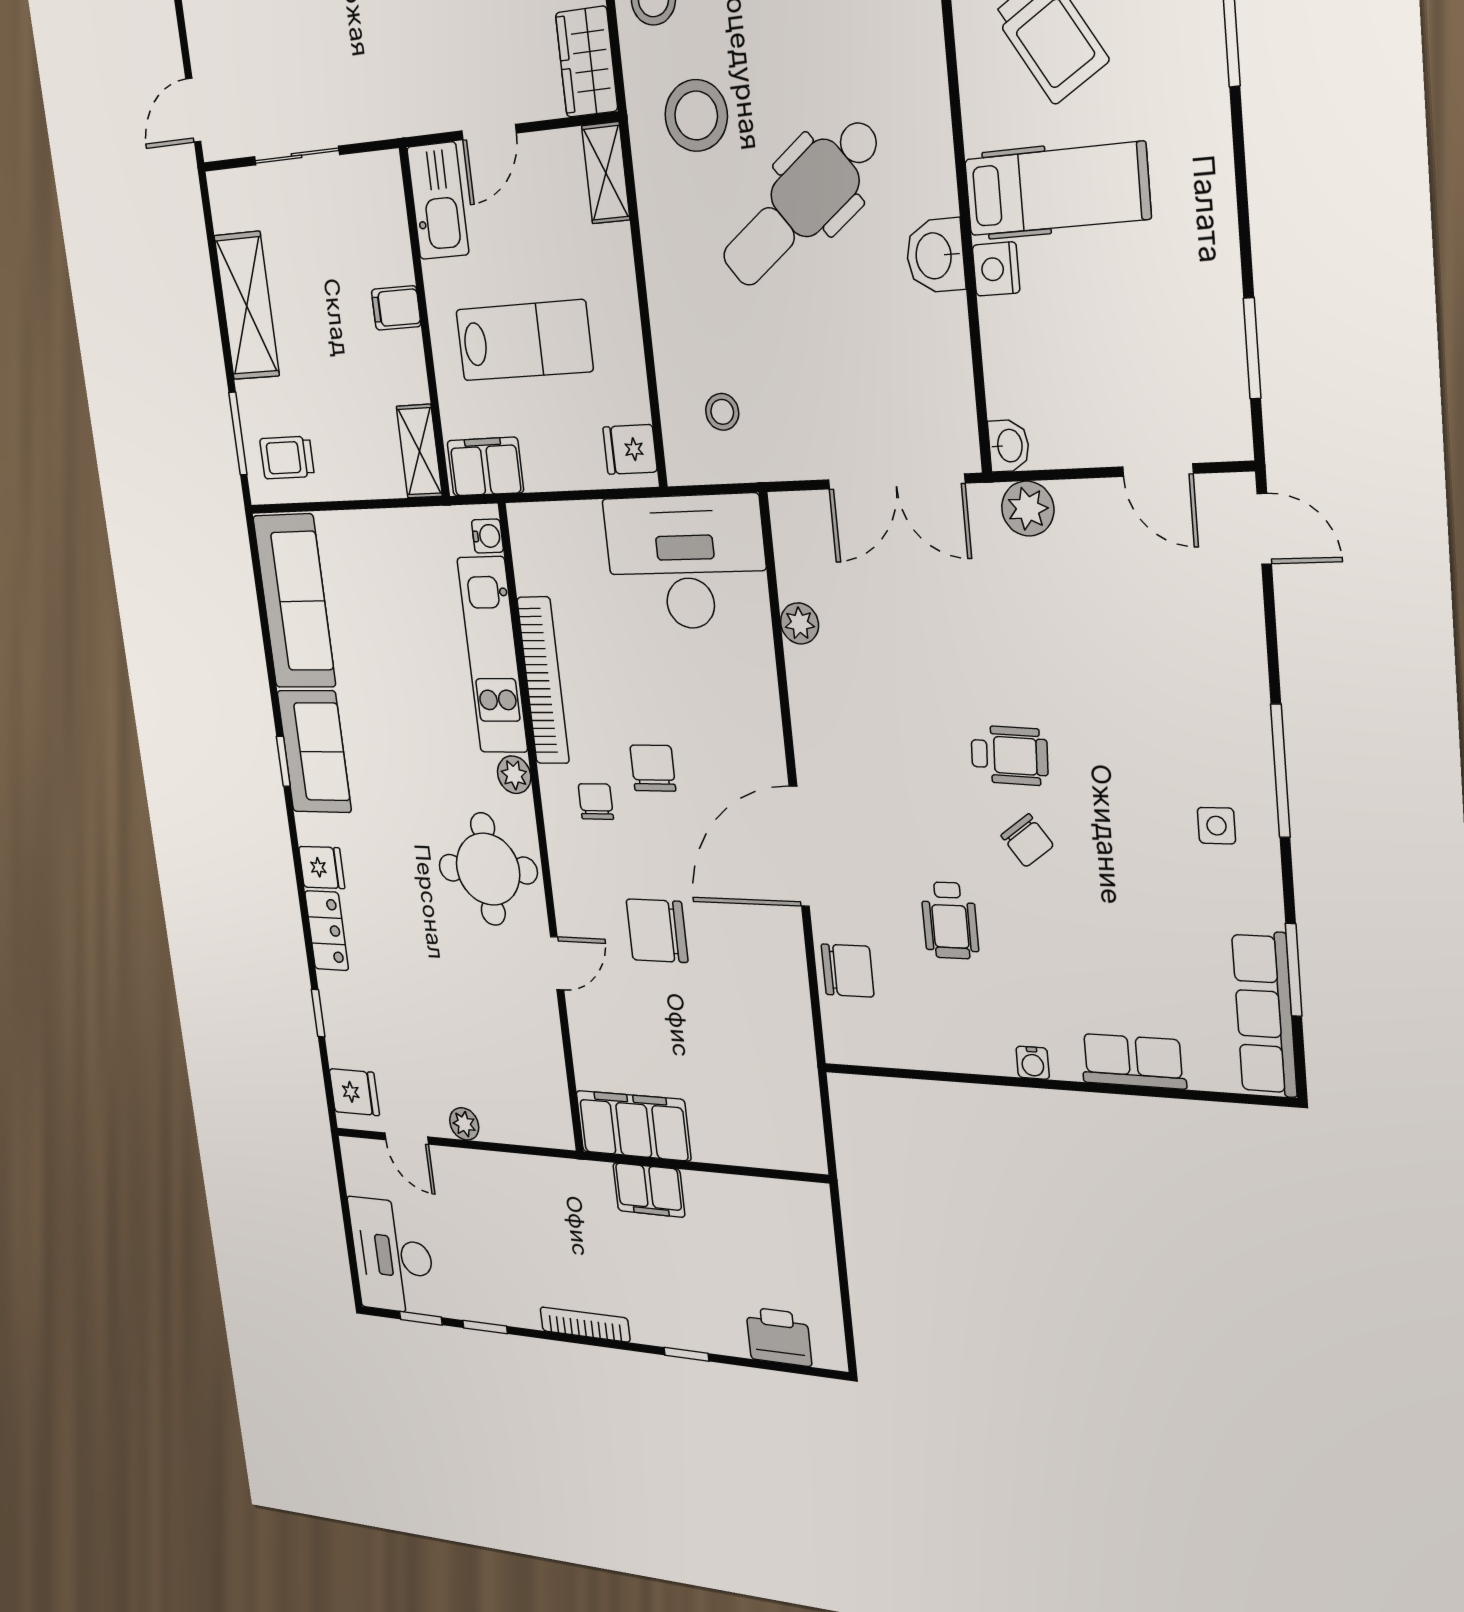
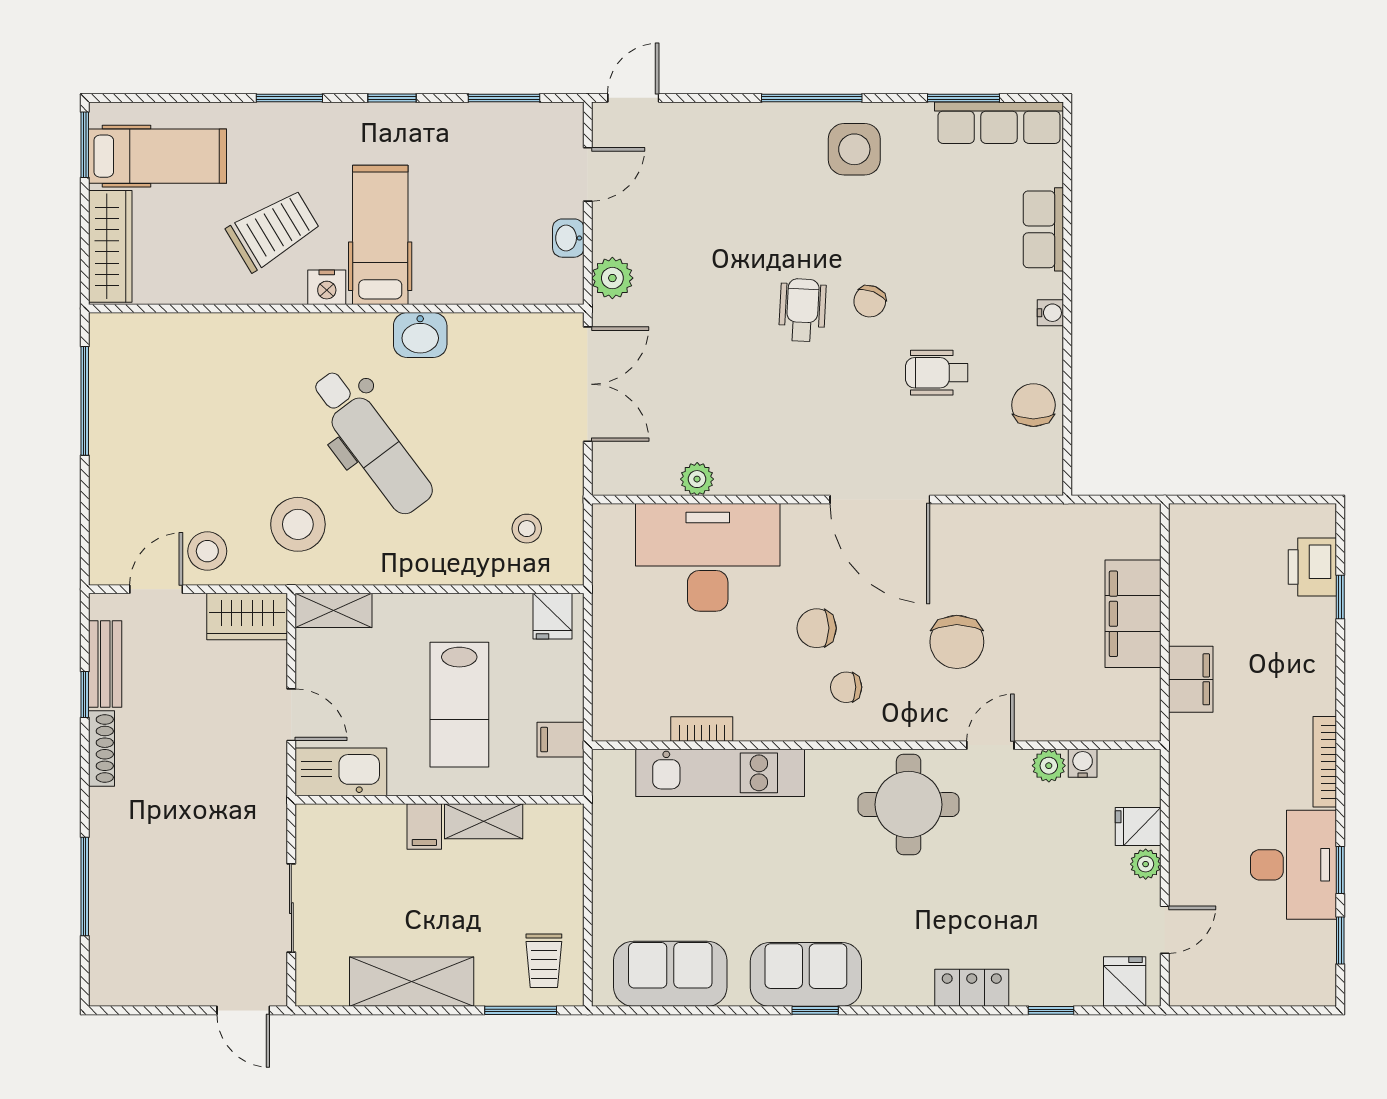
window: (1242, 188) -> (392, 98), added
nightstand: (996, 269) -> (327, 287), moved
lab bench: (524, 340) -> (459, 705), turned 180
washbasin: (1009, 446) -> (568, 238), moved, turned -90
shelving: (419, 451) -> (484, 821), moved
filing cabinet: (485, 467) -> (560, 740), width x0.50
water cooler: (487, 536) -> (1083, 763), moved
desk: (686, 562) -> (708, 557), moved, turned 90
sofa: (294, 601) -> (670, 974), width x0.73
bookcase: (543, 681) -> (702, 729), width x0.43, depth x0.76
plant: (514, 775) -> (1049, 766), moved
side table: (1216, 826) -> (854, 149), width x1.87, depth x1.87
chair: (1027, 841) -> (870, 301), turned 148
fridge: (322, 867) -> (1138, 827), moved, turned -90
wheelchair: (950, 920) -> (937, 373), turned 180
door: (557, 963) -> (990, 745), hinge flipped
chair: (848, 971) -> (1033, 405), moved
filing cabinet: (633, 1126) -> (1133, 614), moved
desk: (392, 1256) -> (1293, 865), moved, turned -90
window: (686, 1354) -> (1340, 597), moved

